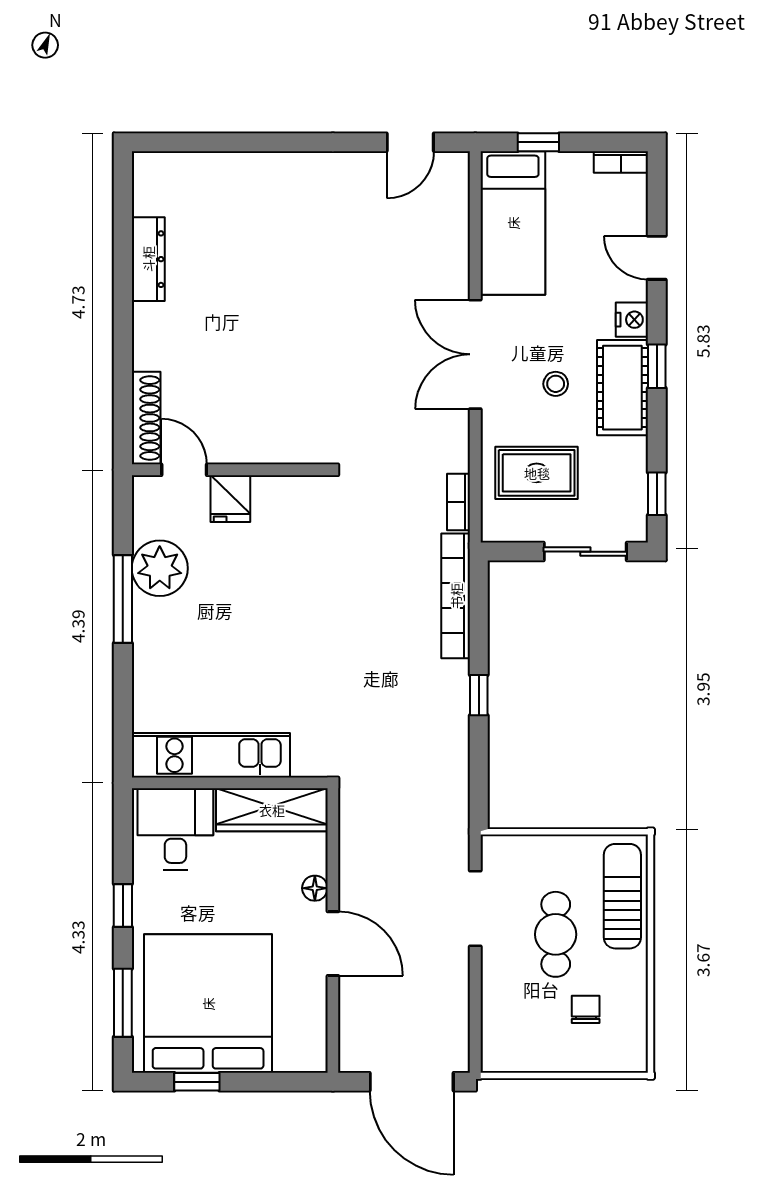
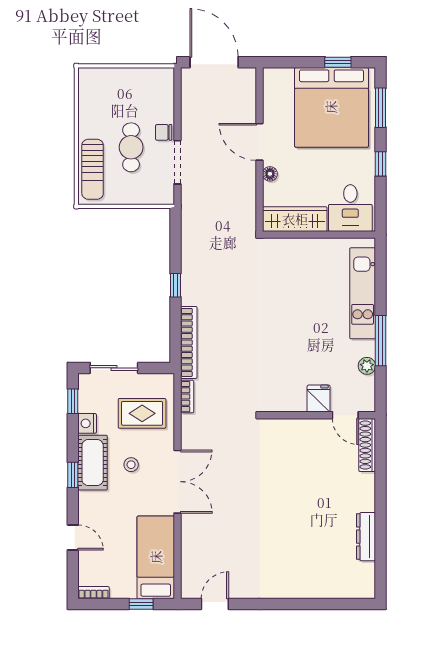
nightstand: (632, 320) -> (87, 423), moved
plant: (160, 568) -> (367, 366), width x0.53, depth x0.53
kitchen unit: (211, 755) -> (363, 293), moved, turned 90
chair: (586, 1009) -> (164, 132), moved, turned 90

